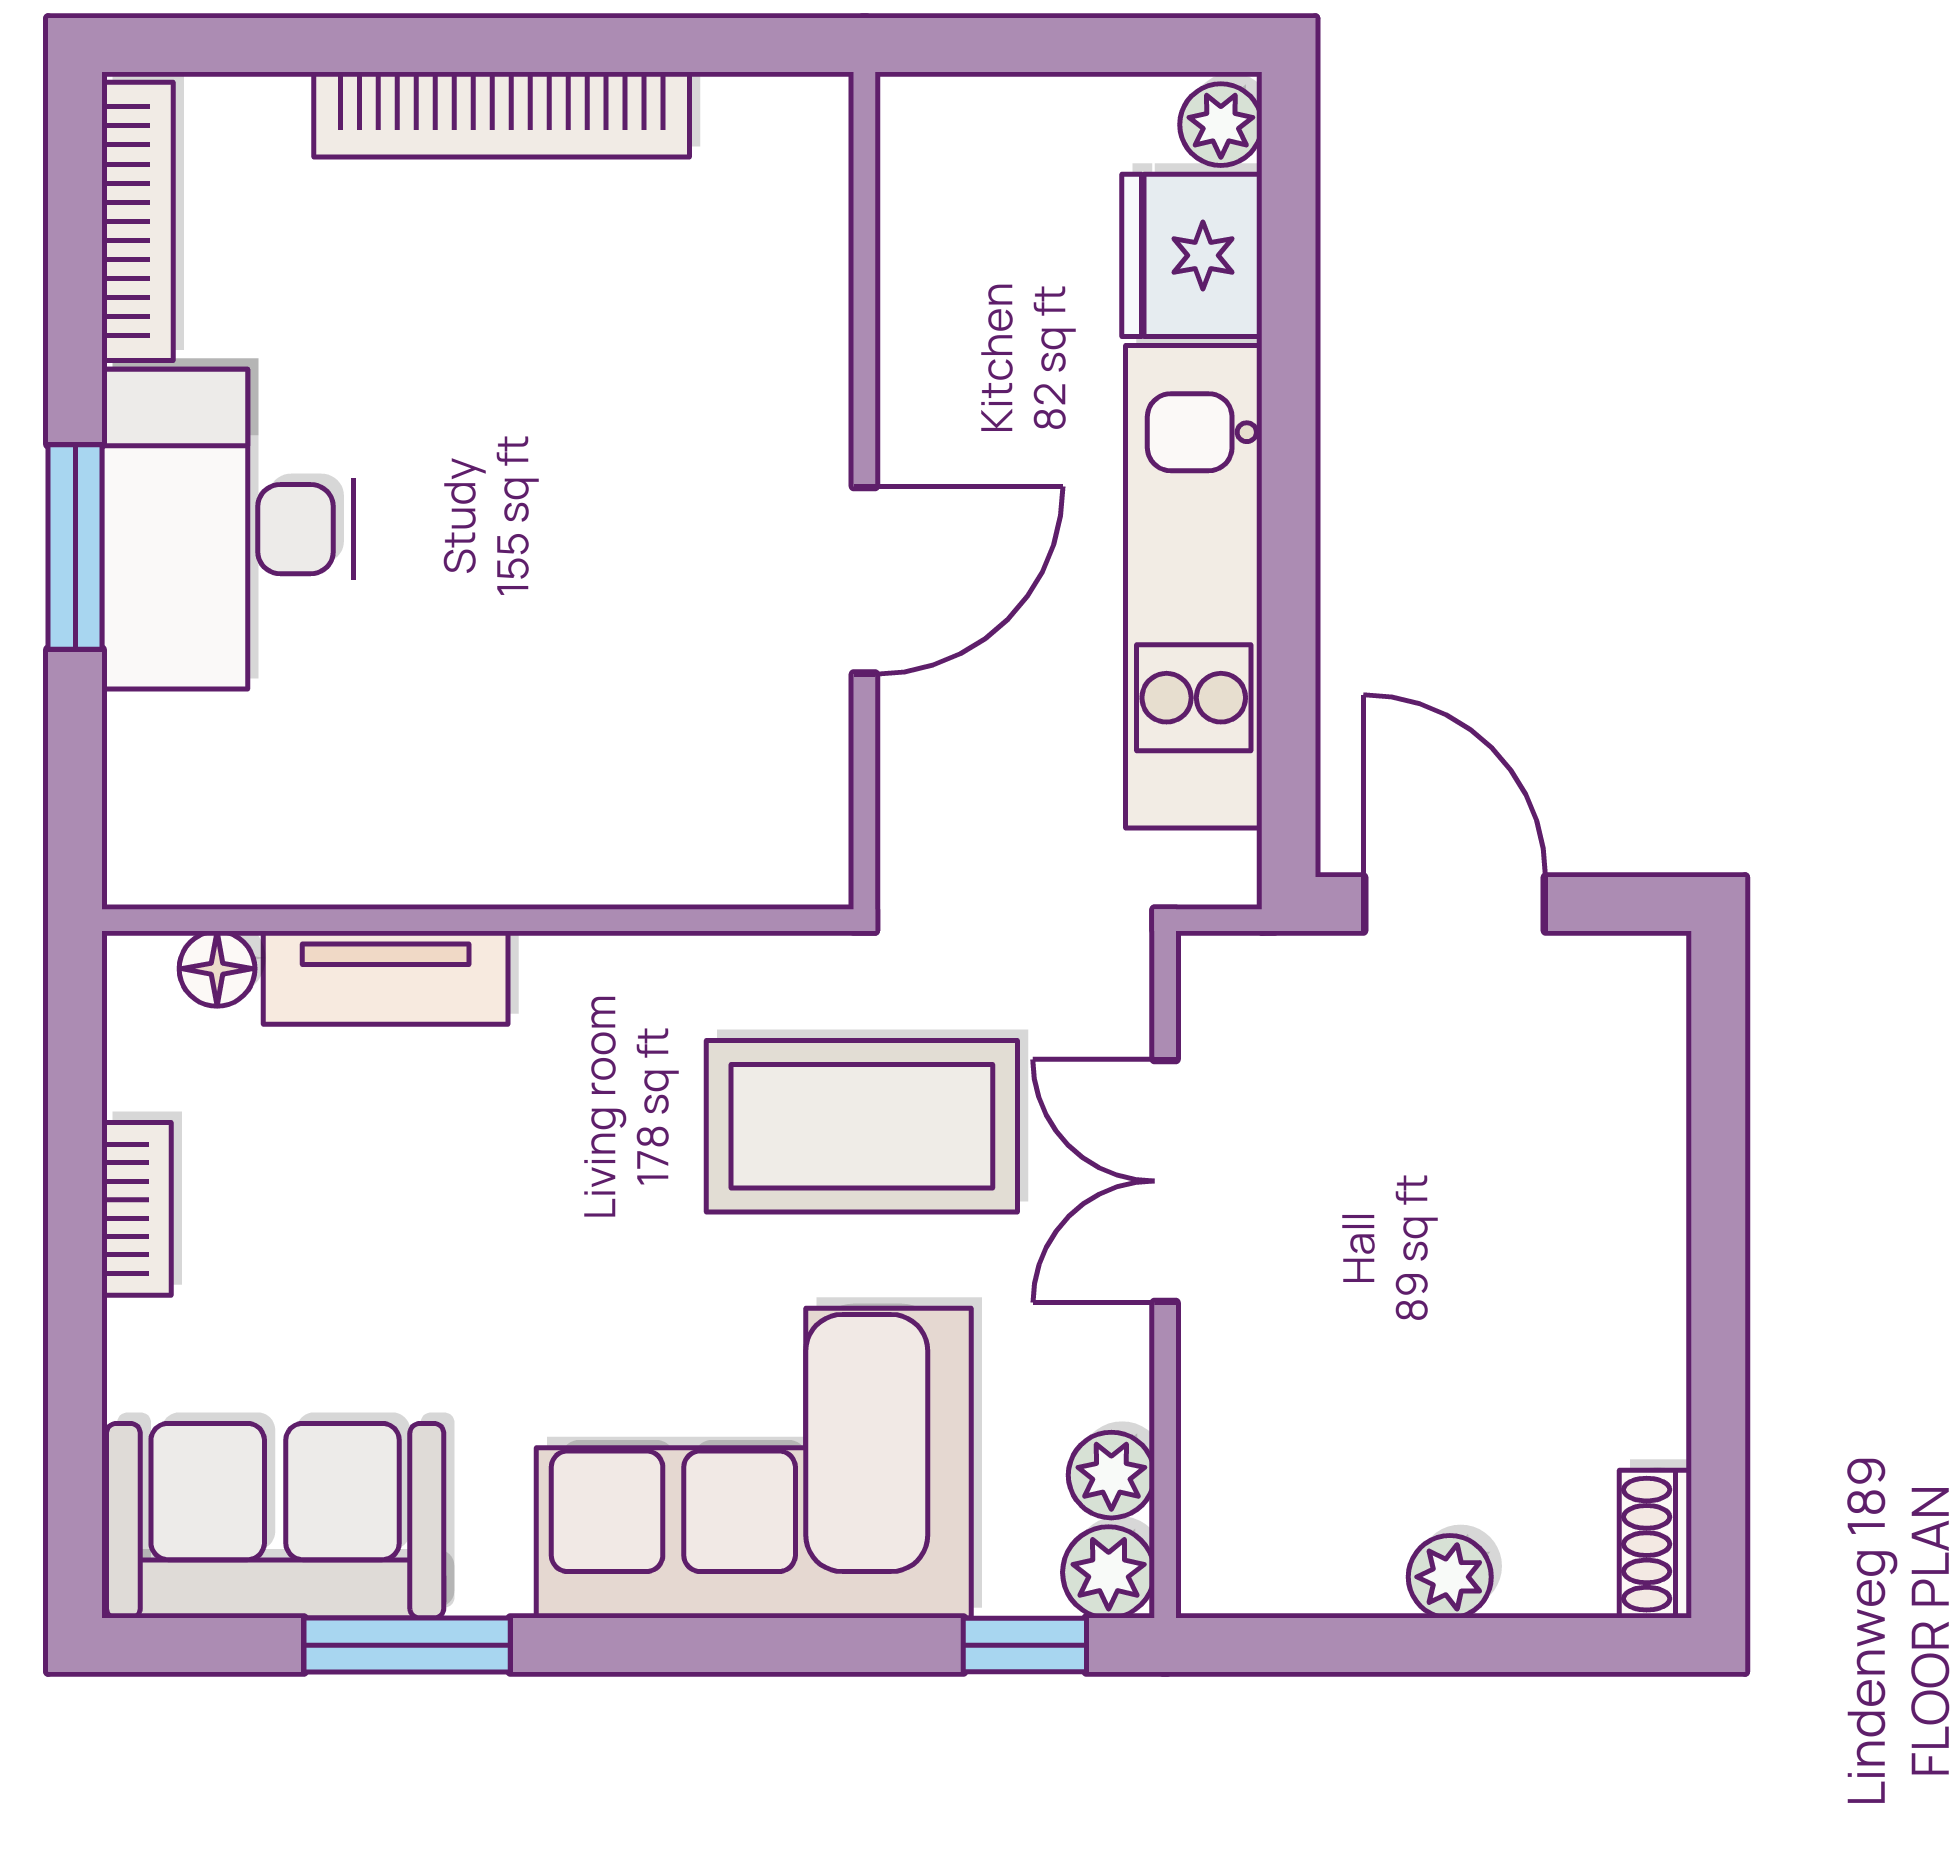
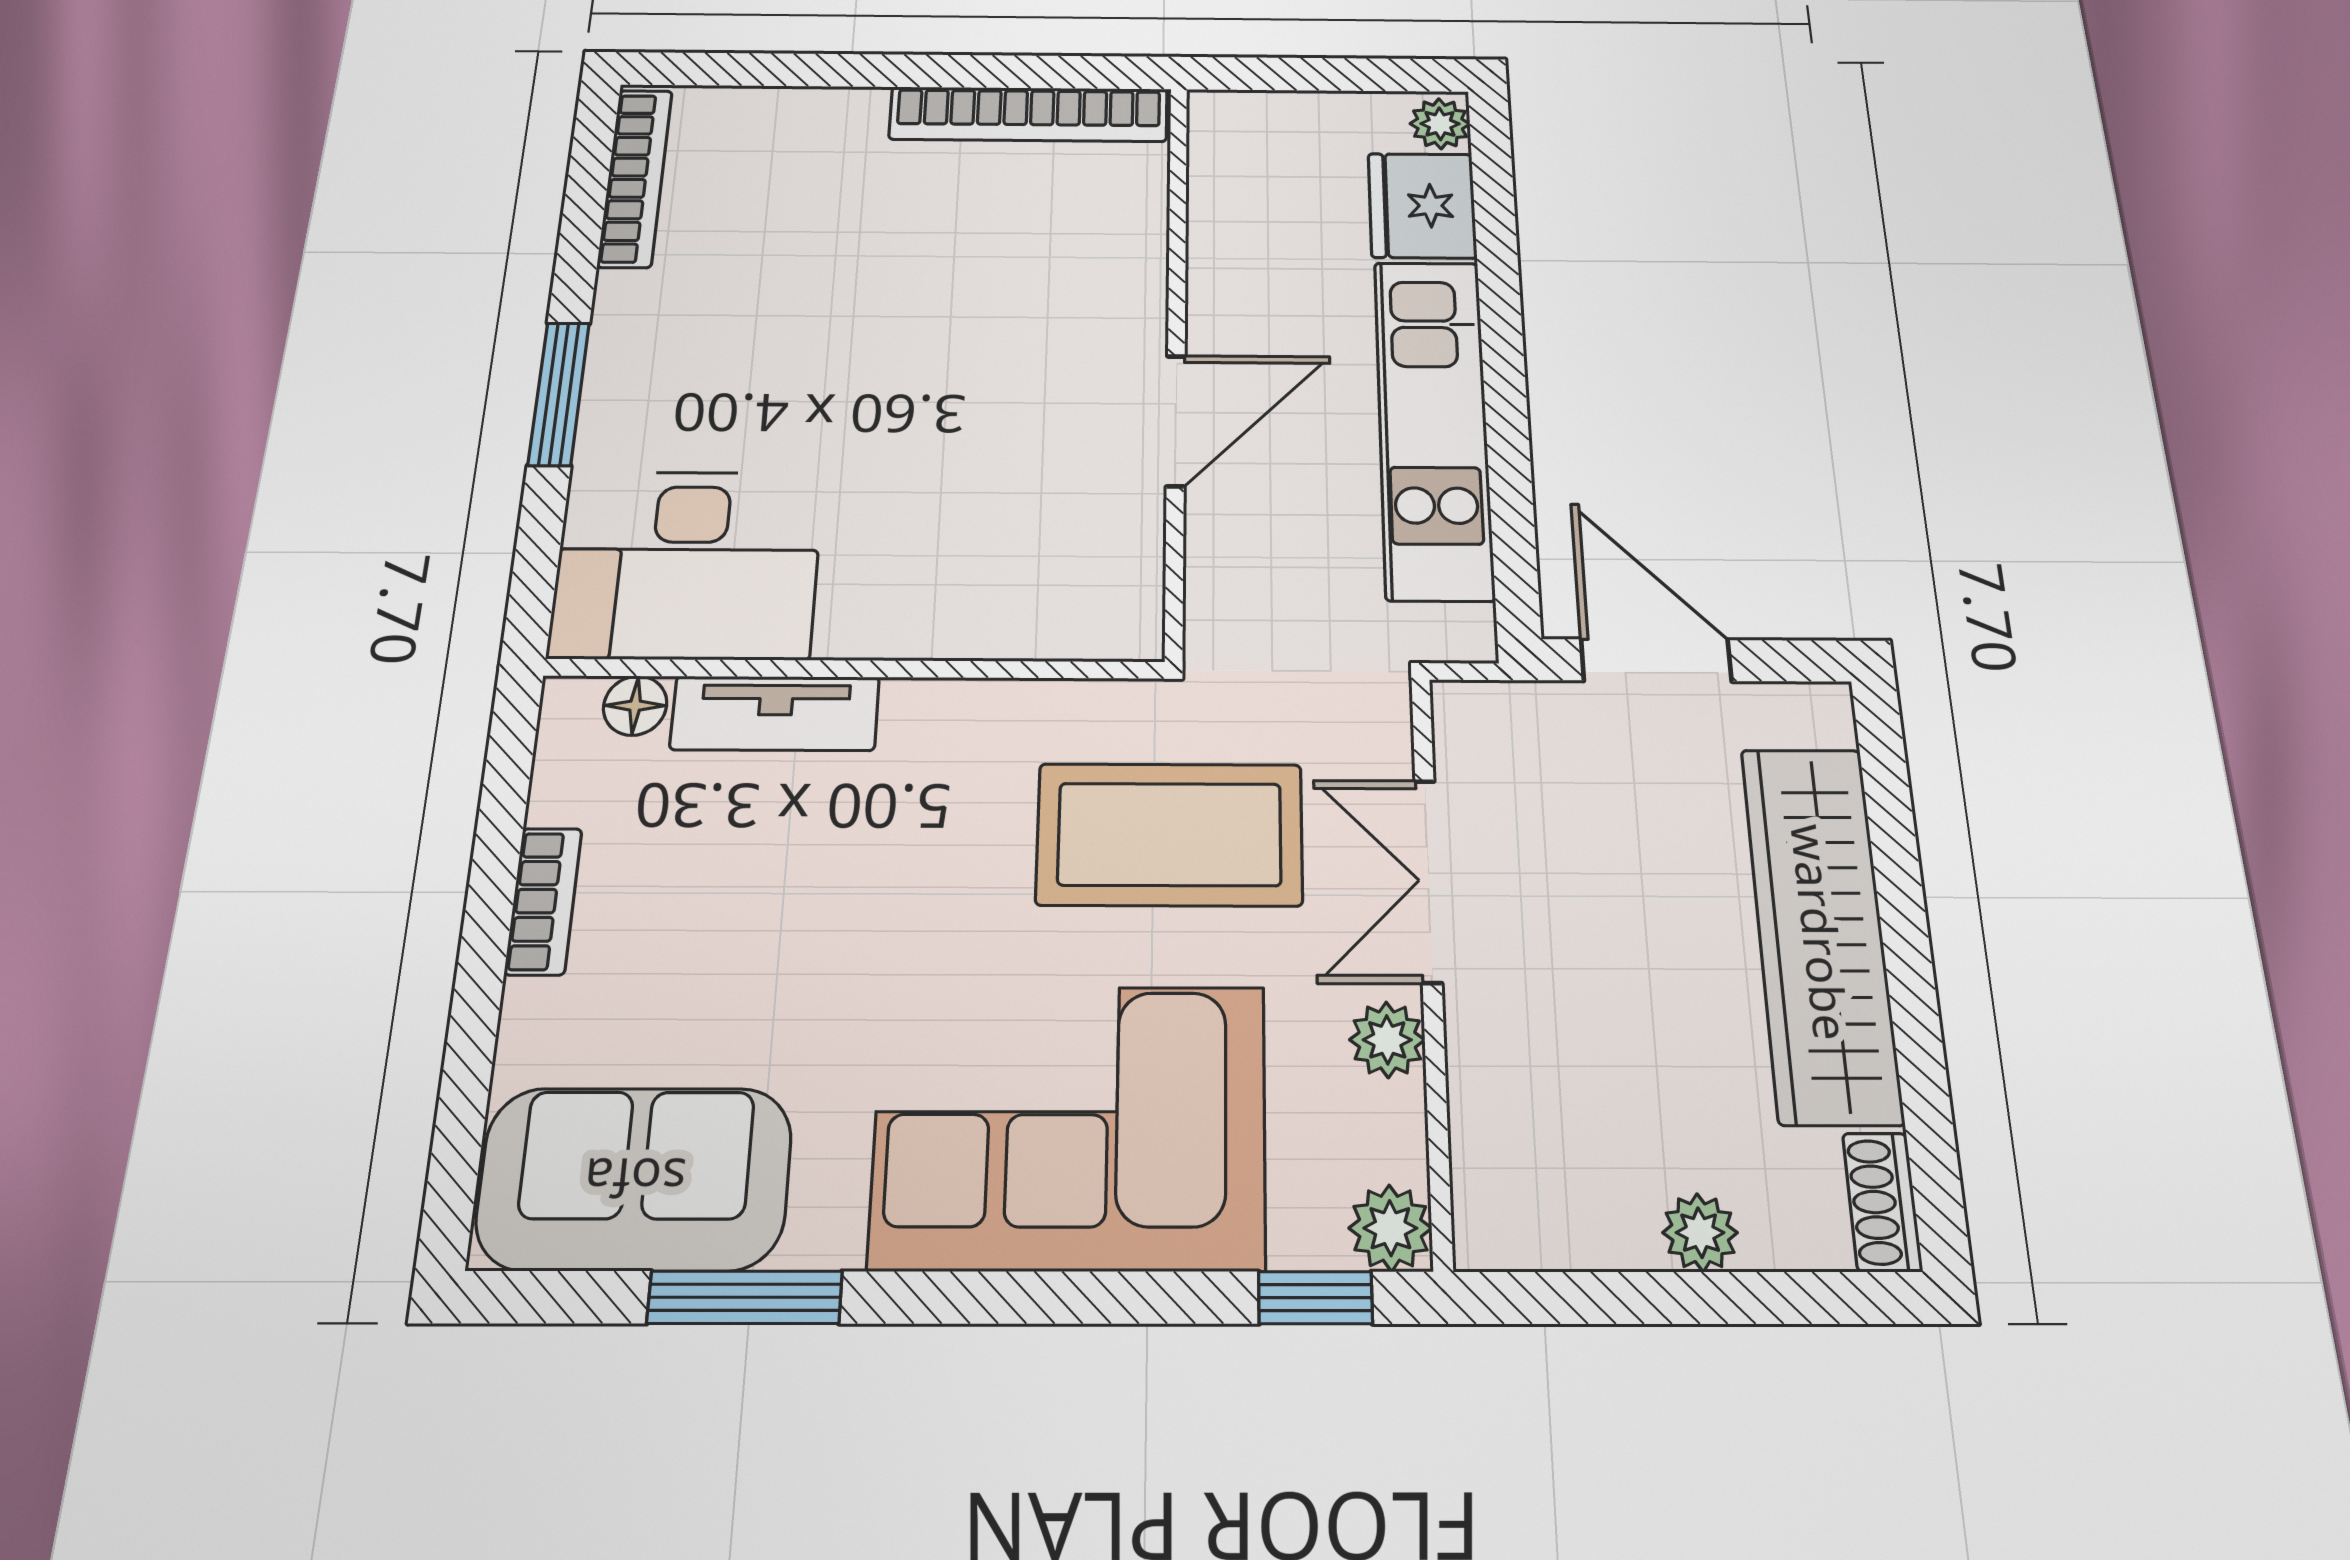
bookcase: (502, 114) -> (1029, 114), moved
desk: (228, 529) -> (687, 565), moved, turned -90
wardrobe: (1620, 1241) -> (1821, 932), added
plant: (1111, 1475) -> (1387, 1040), moved

